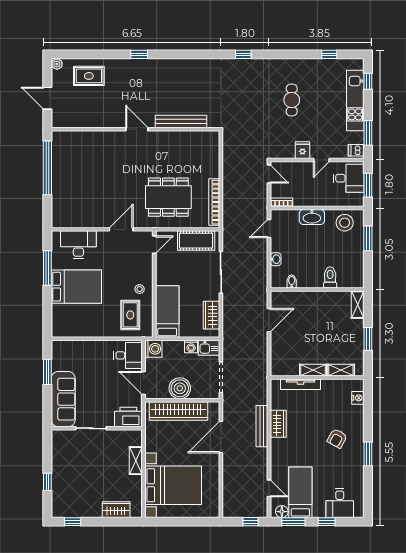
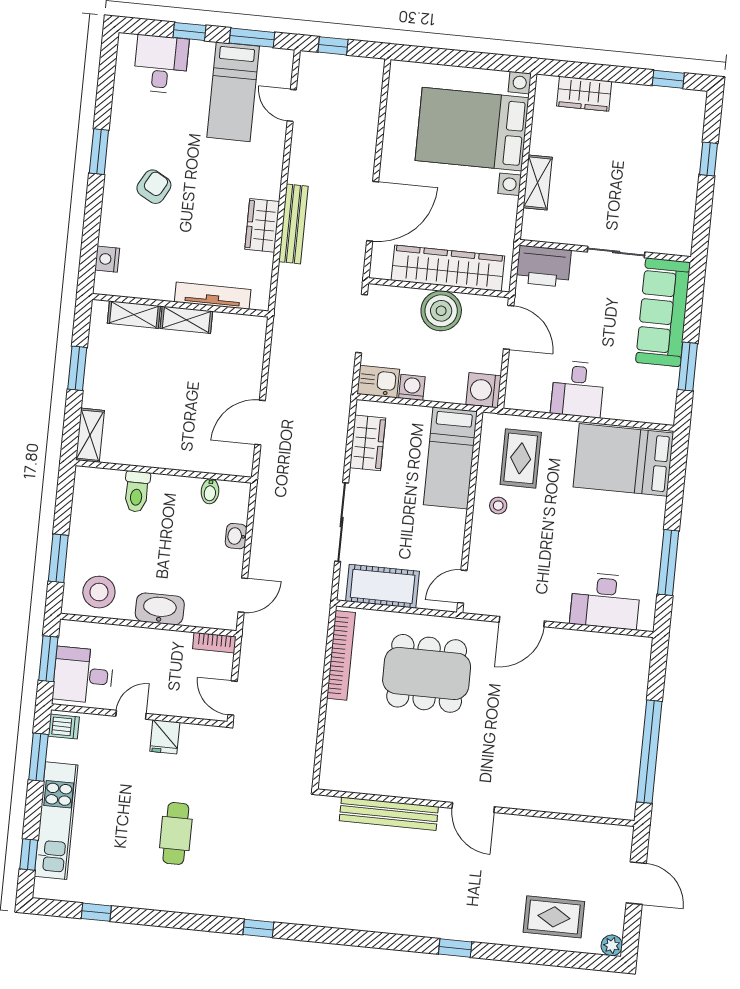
bed: (76, 287) -> (623, 460), moved
desk: (128, 355) -> (578, 389), moved, turned -90
floor lamp: (282, 512) -> (272, 59), removed

